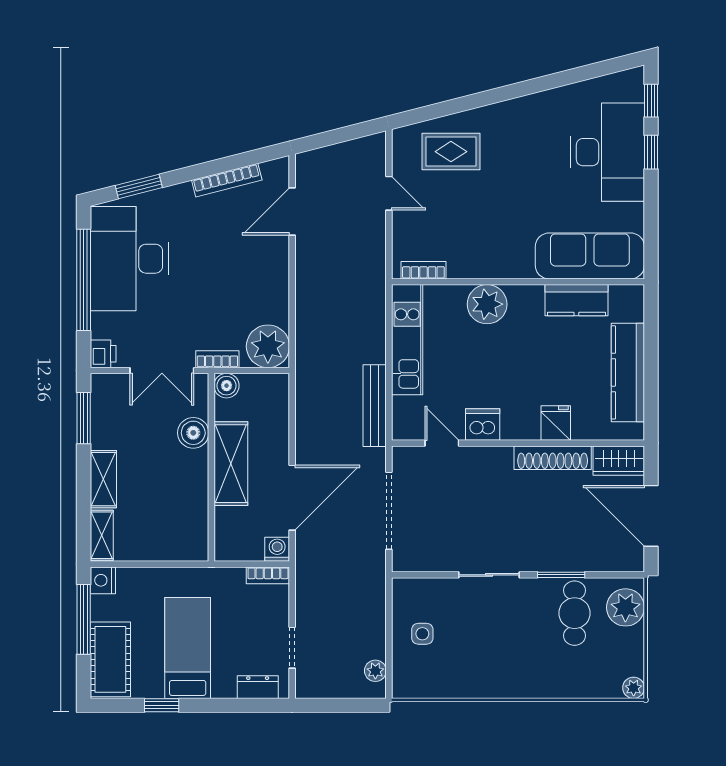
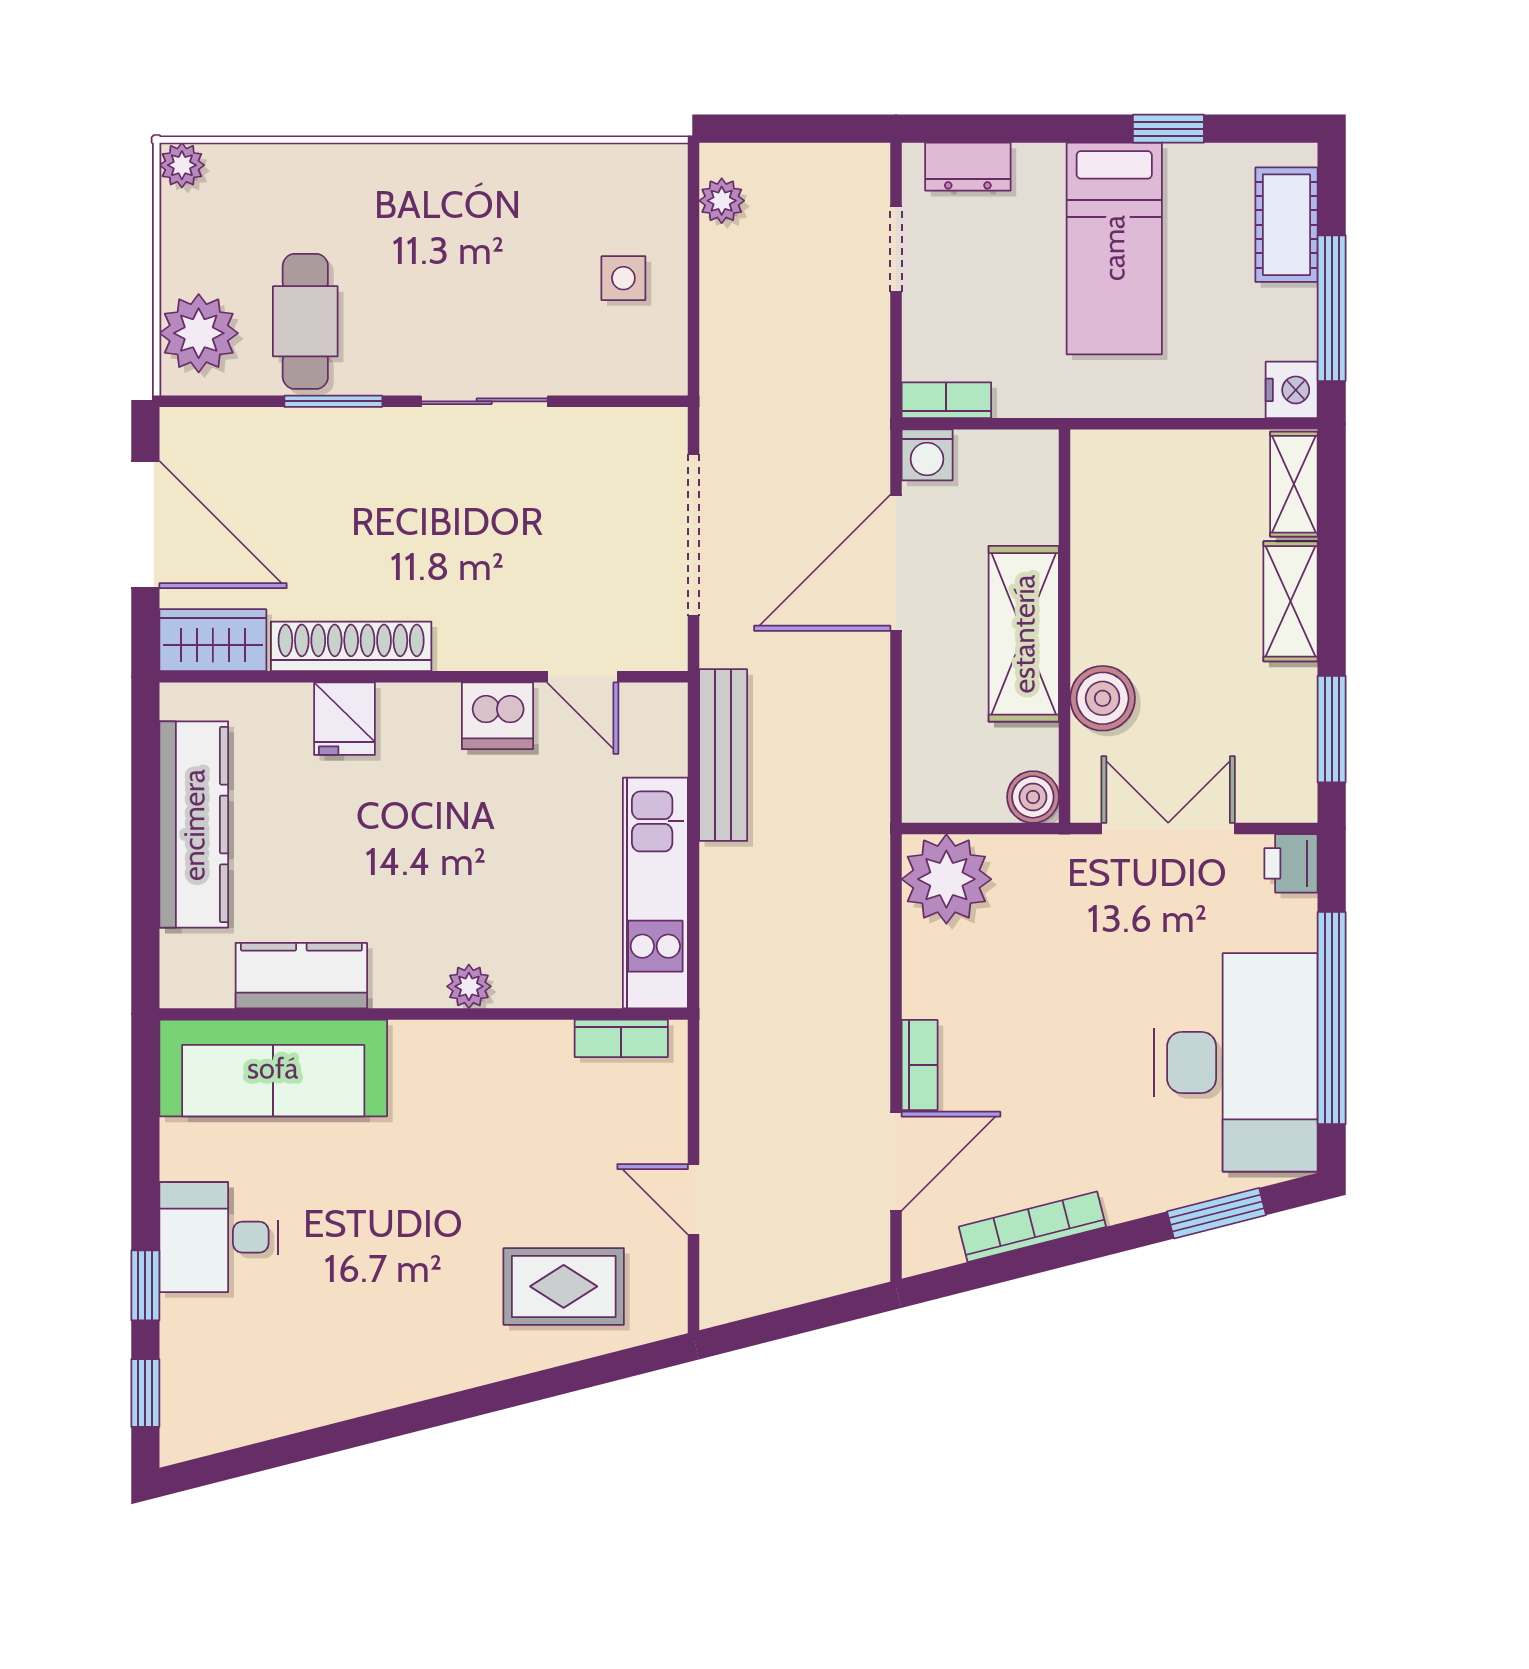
desk: (607, 152) -> (219, 1237), width x0.53, depth x0.77
plant: (487, 304) -> (469, 986), width x0.53, depth x0.53
bookcase: (217, 359) -> (920, 1065), moved, turned -90
cot: (110, 659) -> (1286, 225), width x0.73, depth x0.75

